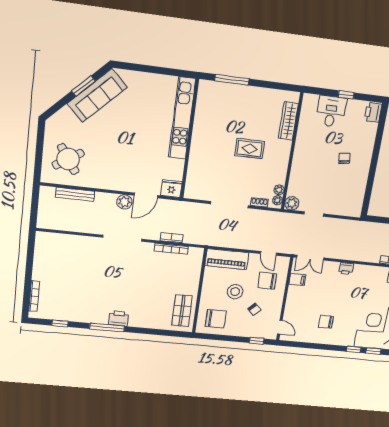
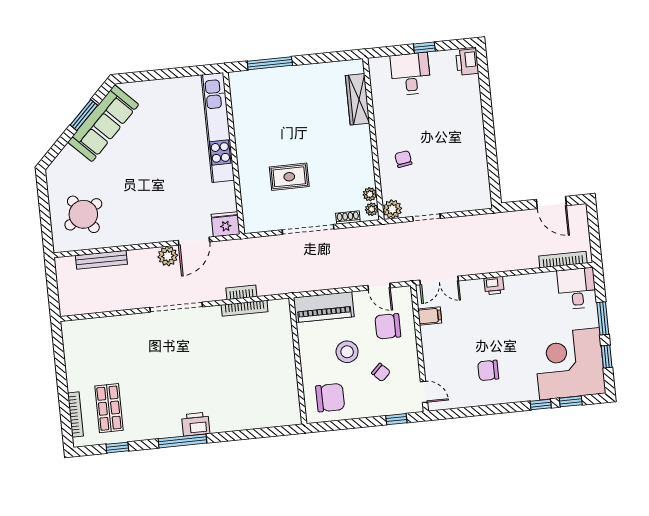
rug: (250, 149) -> (289, 177), moved
chair: (344, 158) -> (403, 159), moved
shop shelf: (182, 311) -> (109, 408), moved

